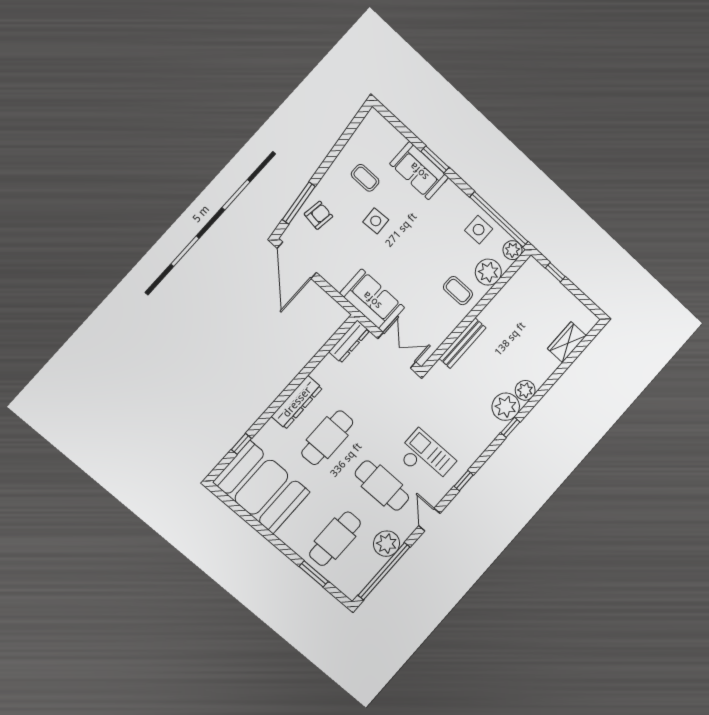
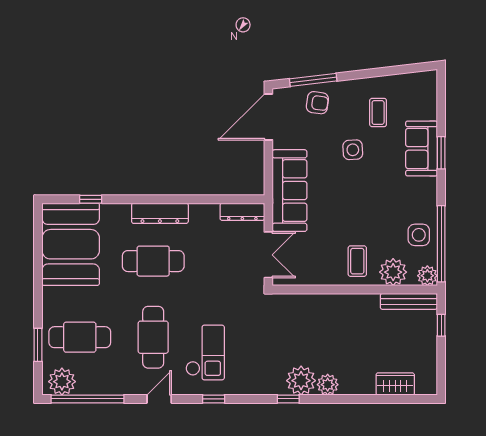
sofa: (372, 300) -> (290, 191), width x1.36
bench: (463, 343) -> (409, 301), moved
plant: (387, 544) -> (62, 382), moved

